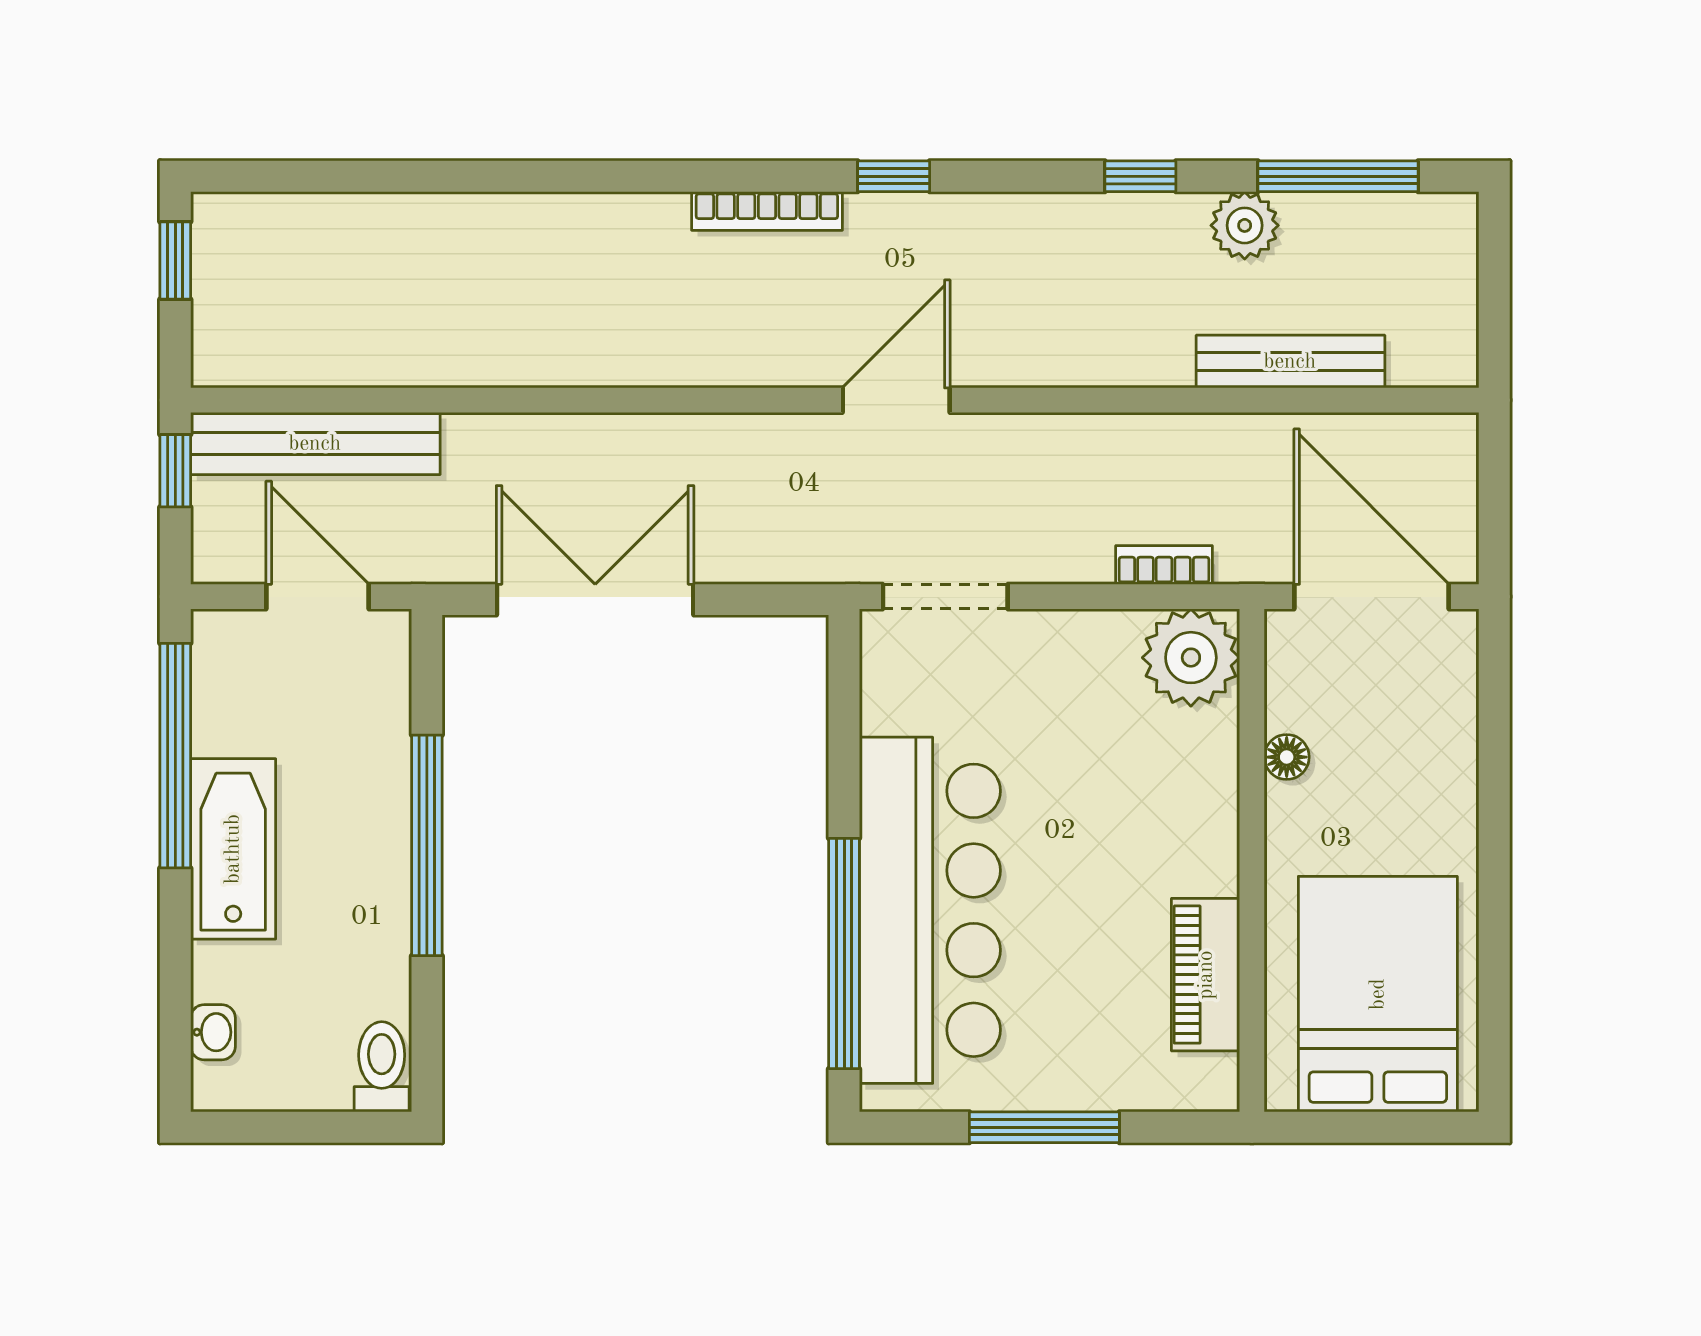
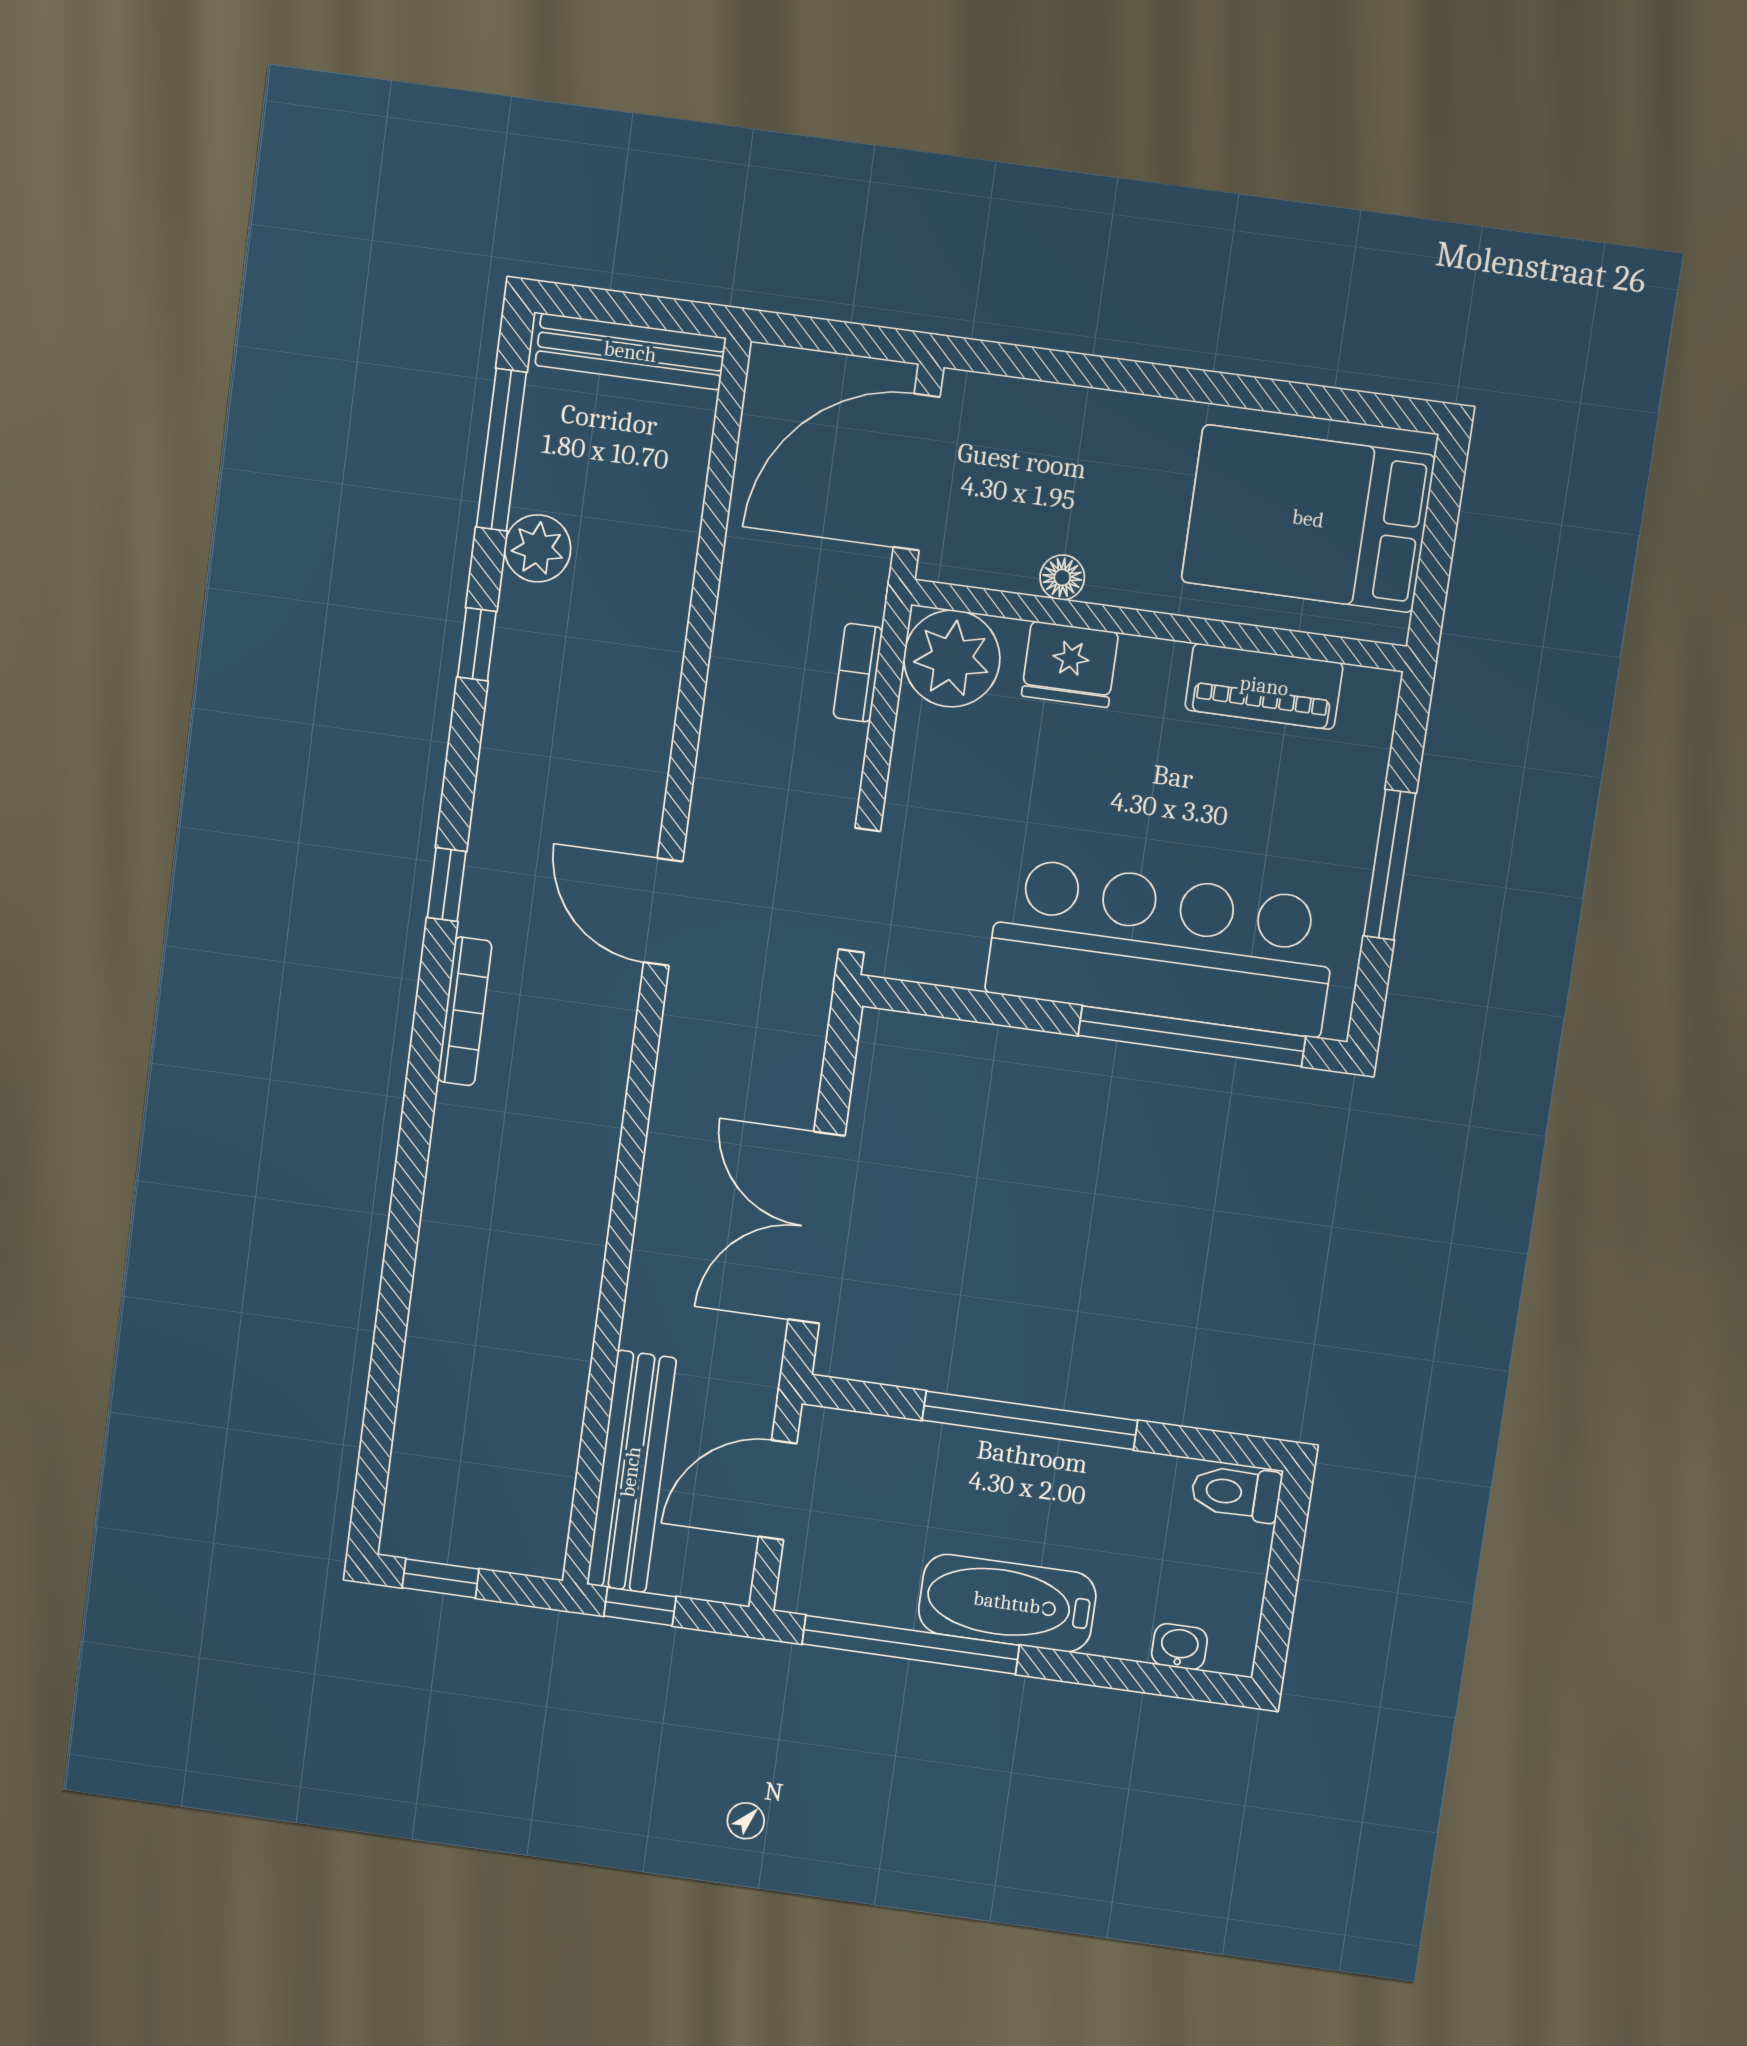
bench: (1290, 362) -> (630, 352), moved, turned 90
fridge: (1201, 777) -> (1070, 664), added

